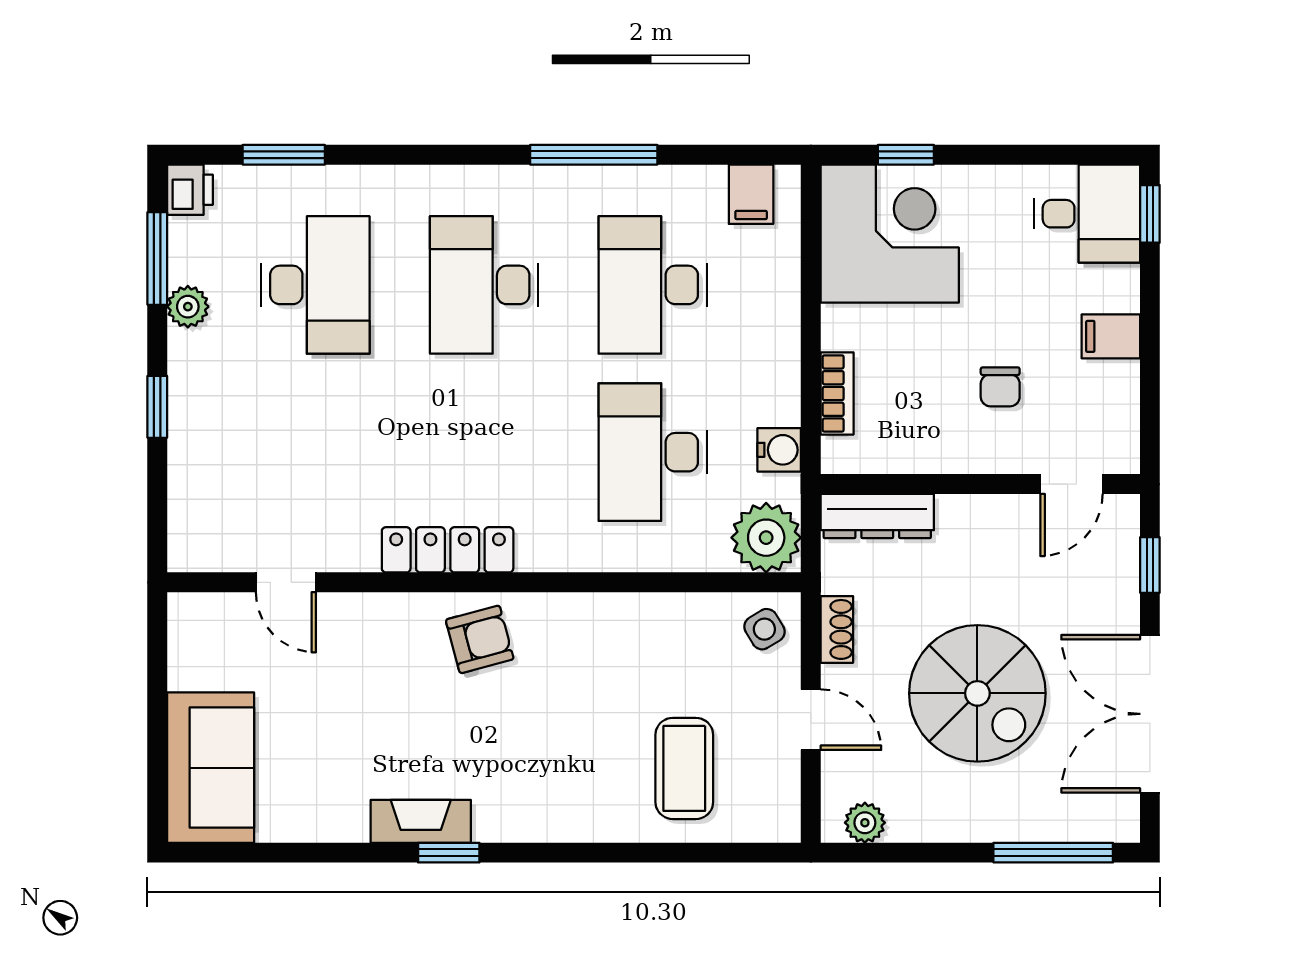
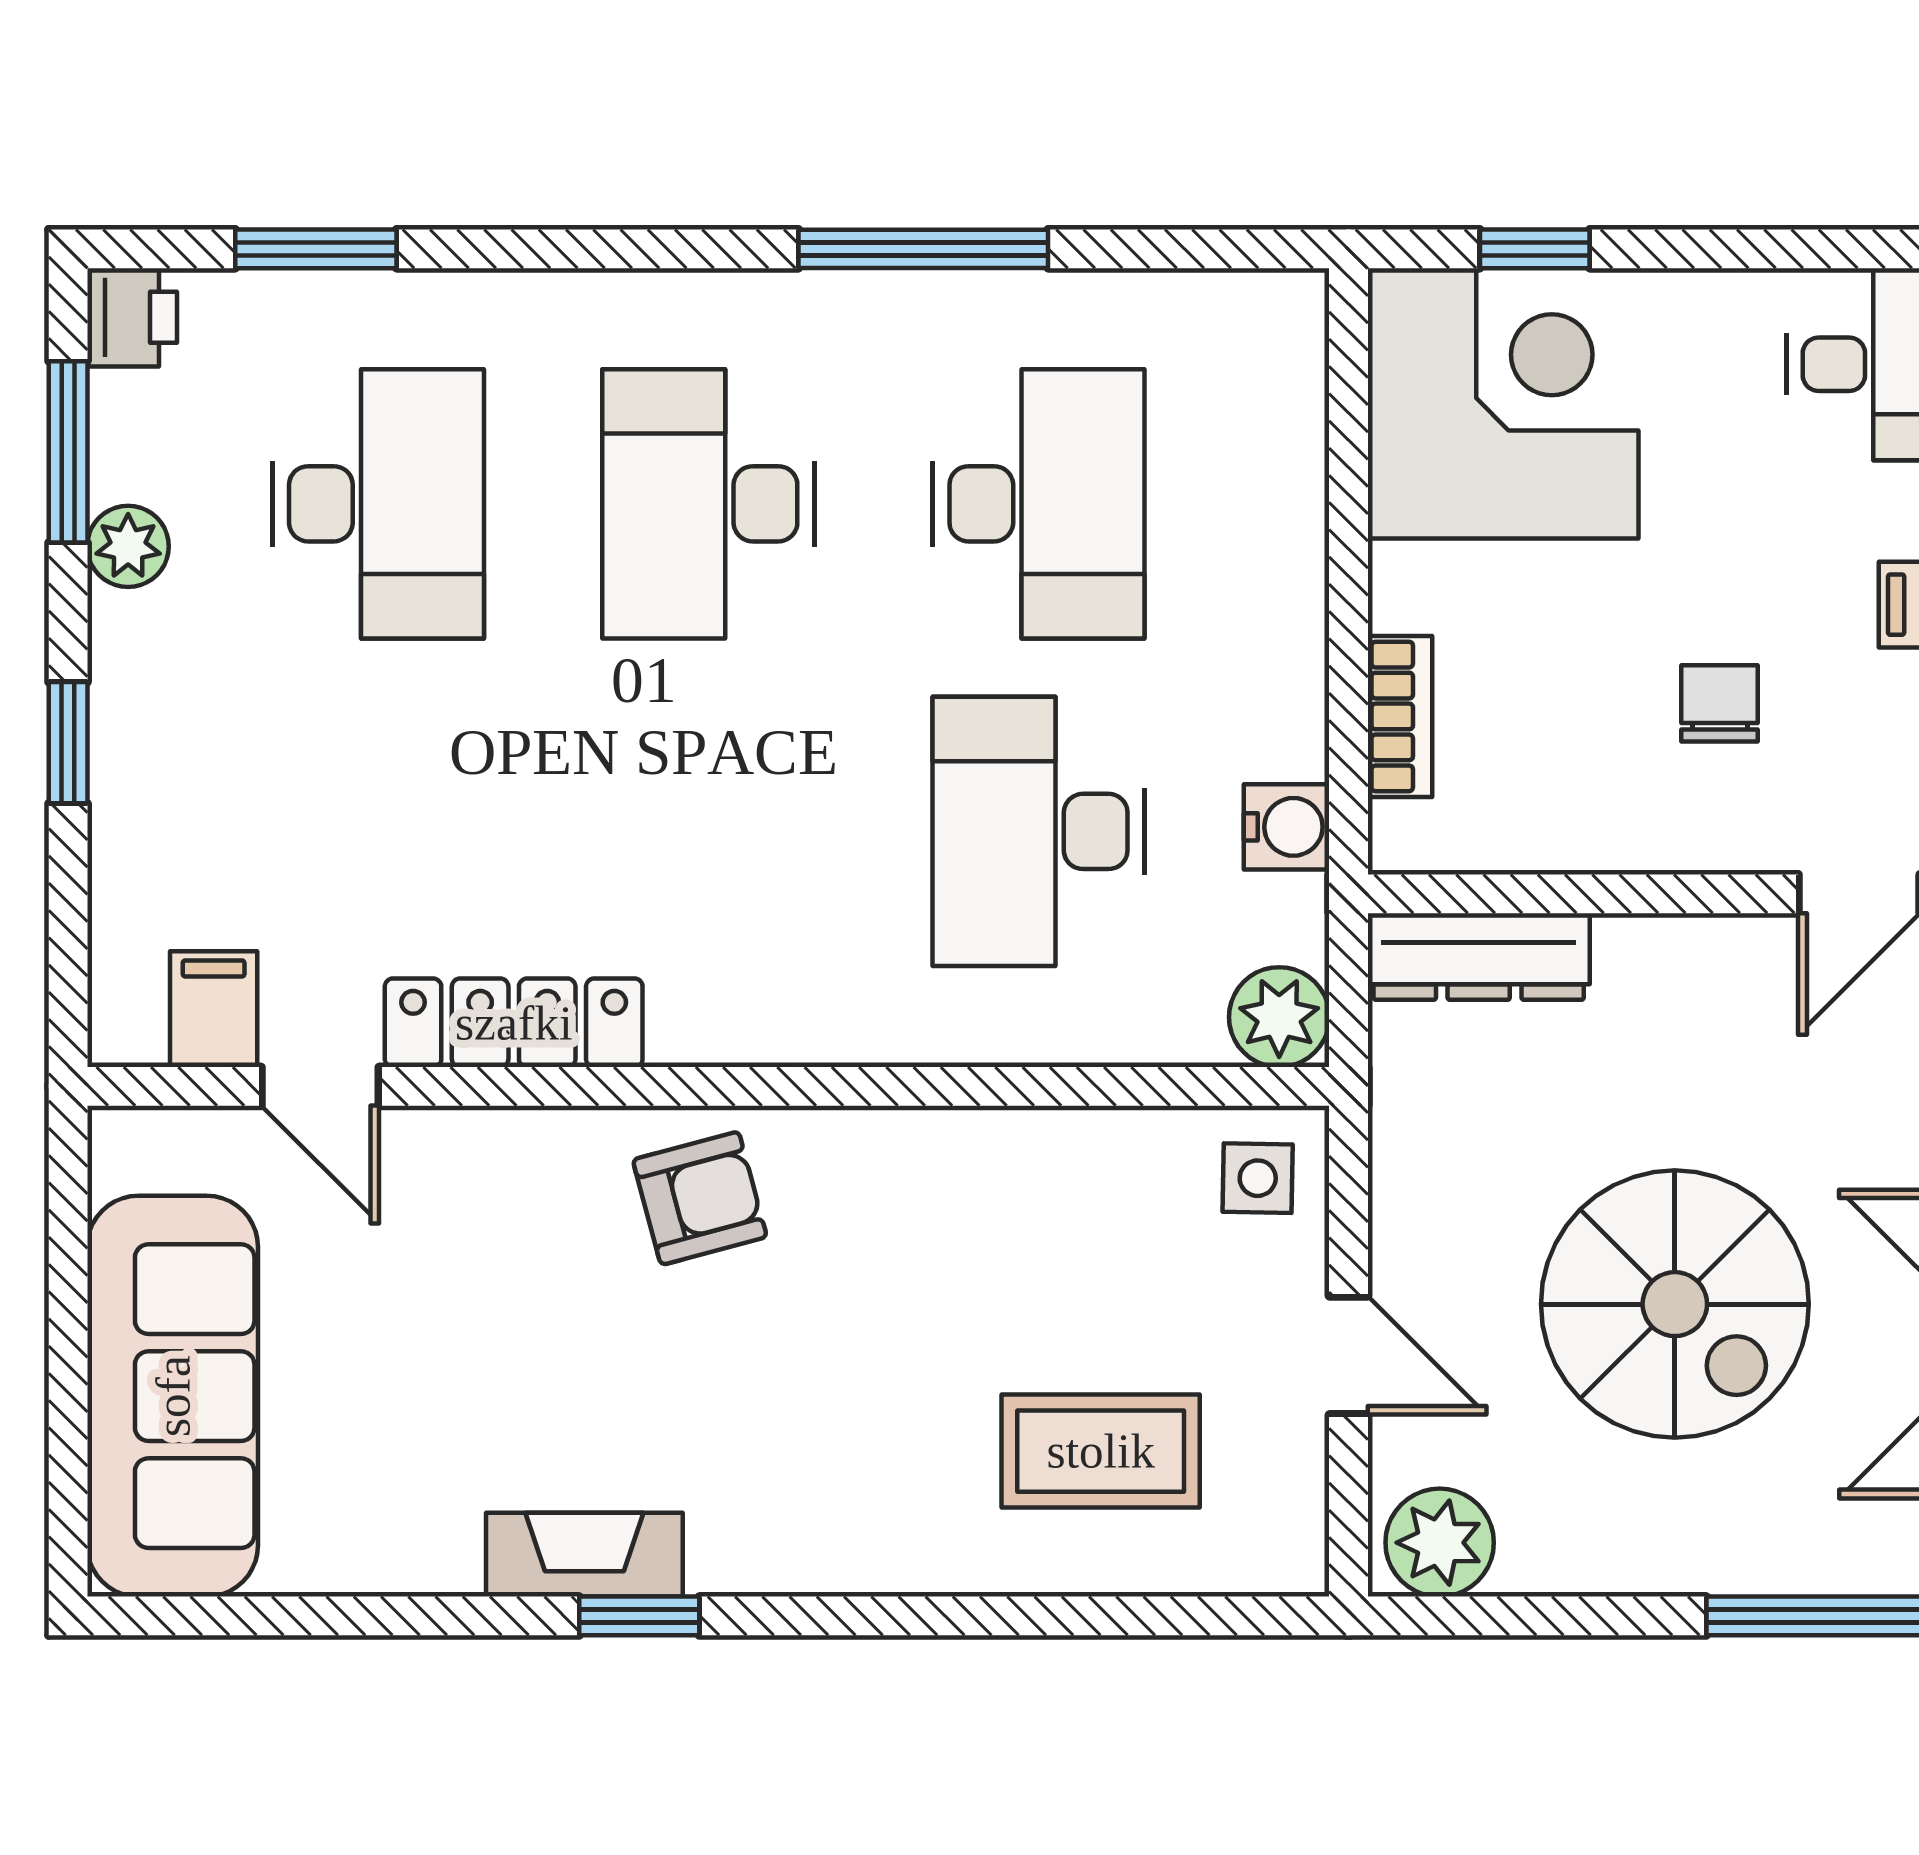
filing cabinet: (751, 194) -> (214, 1009), moved, turned 180
desk: (653, 285) -> (1038, 504), turned 180
chair: (1000, 387) -> (1720, 703), turned 180
plant: (766, 538) -> (1279, 1017), width x0.73, depth x0.73
locker: (448, 550) -> (514, 1023), moved
side table: (764, 629) -> (1258, 1178), turned 32
shoe rack: (837, 629) -> (1400, 1179), removed
sofa: (211, 768) -> (173, 1396), width x1.36
coffee table: (684, 768) -> (1101, 1451), turned 90
plant: (865, 823) -> (1440, 1543), width x1.38, depth x1.38

